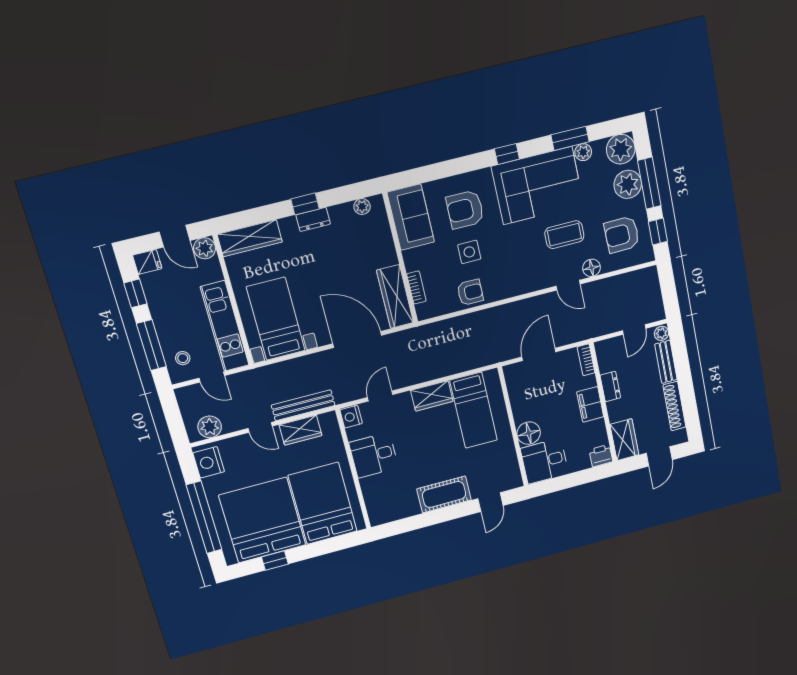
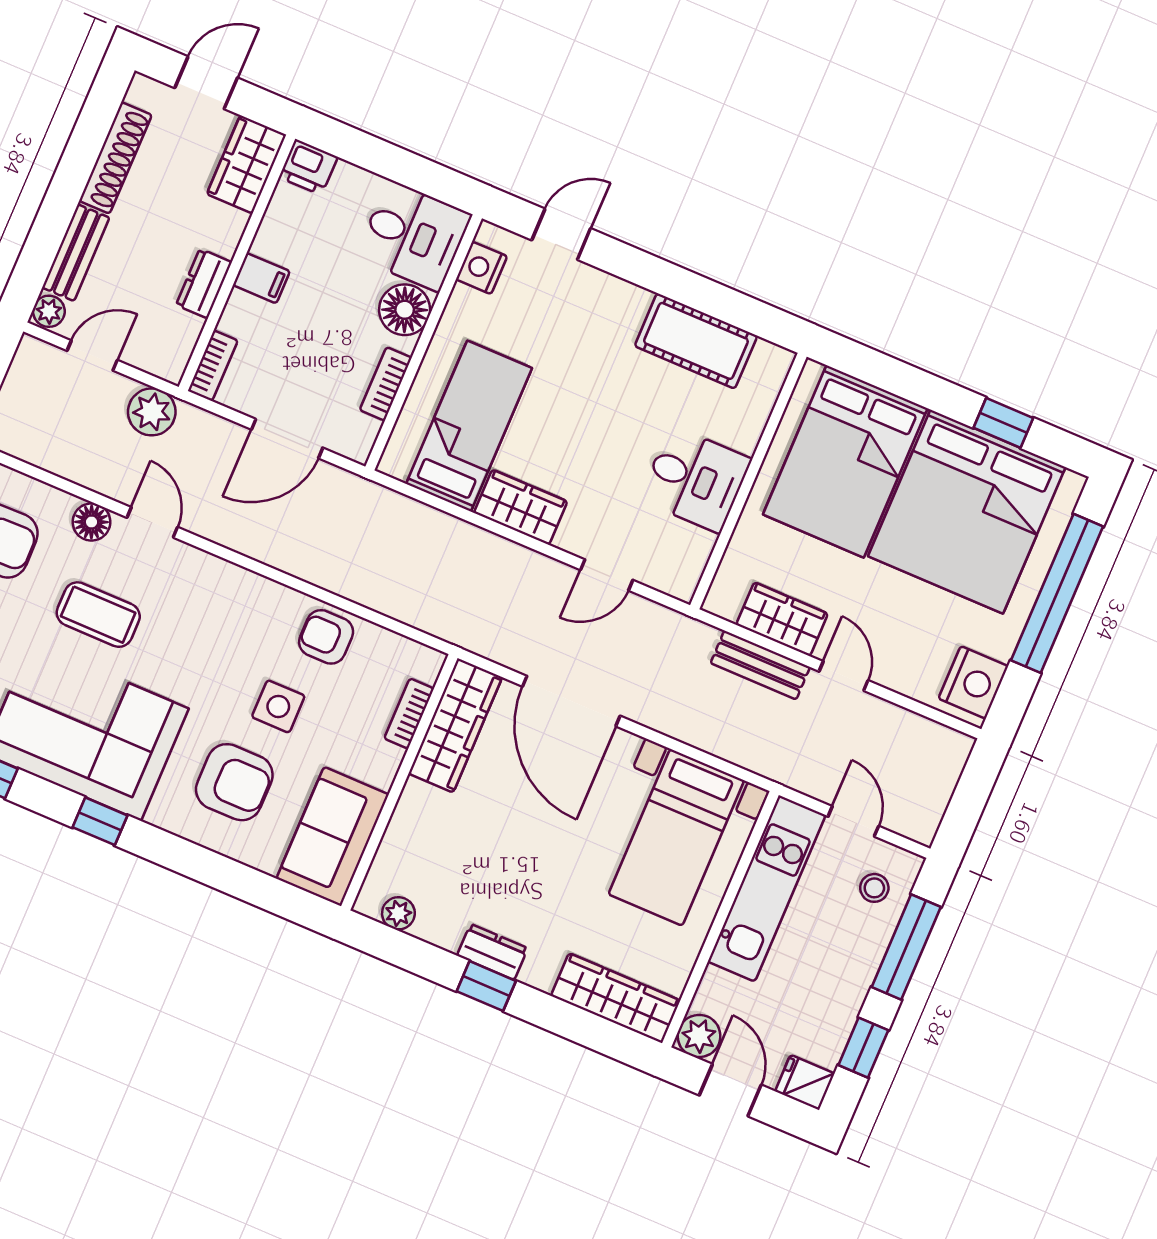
bookcase: (516, 402) -> (386, 384), added
filing cabinet: (590, 404) -> (261, 278), width x0.50
bench: (303, 405) -> (760, 665), width x0.73
nightstand: (351, 417) -> (482, 268), moved, turned 180
plant: (210, 427) -> (152, 412), moved
cot: (444, 494) -> (696, 341), moved

